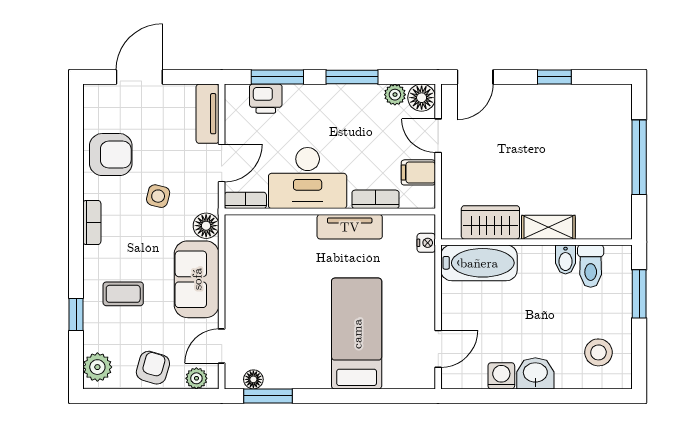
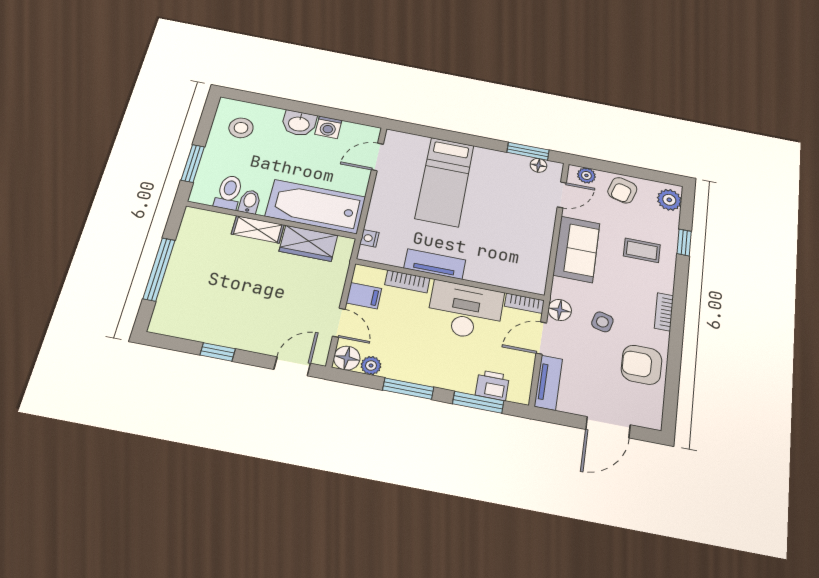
floor lamp: (206, 226) -> (560, 310), moved
bathtub: (479, 263) -> (316, 207), width x1.36, depth x1.36

